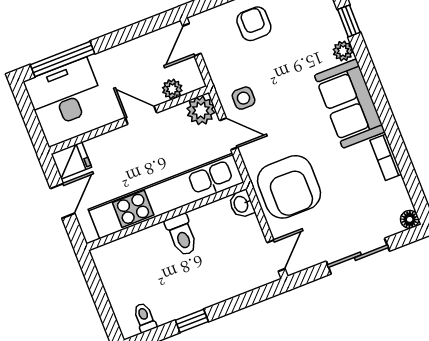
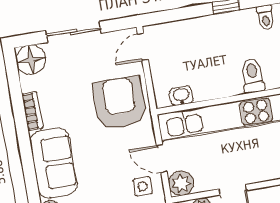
washbasin: (241, 204) -> (181, 96), moved, turned -90
floor lamp: (410, 219) -> (31, 60), width x1.89, depth x1.89
toilet: (182, 235) -> (253, 75), moved

